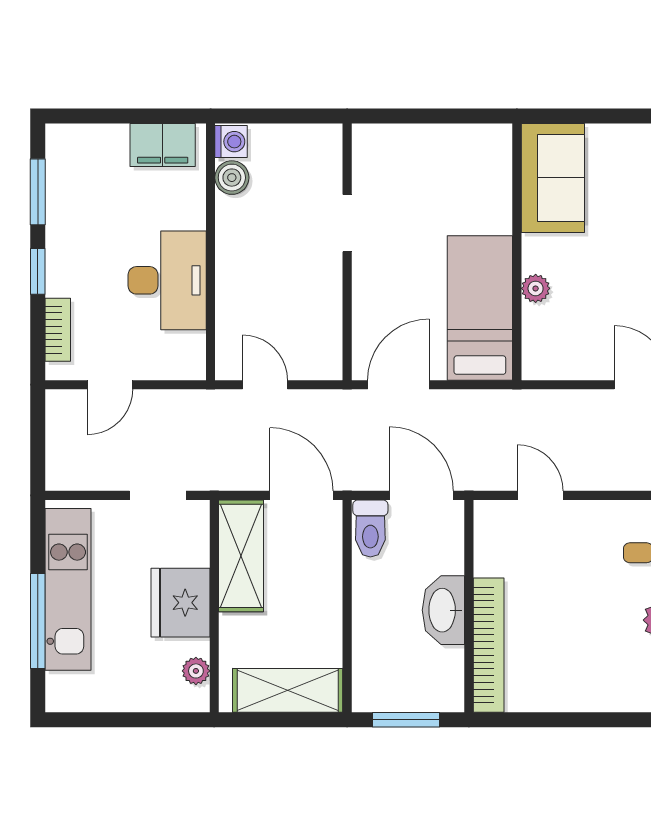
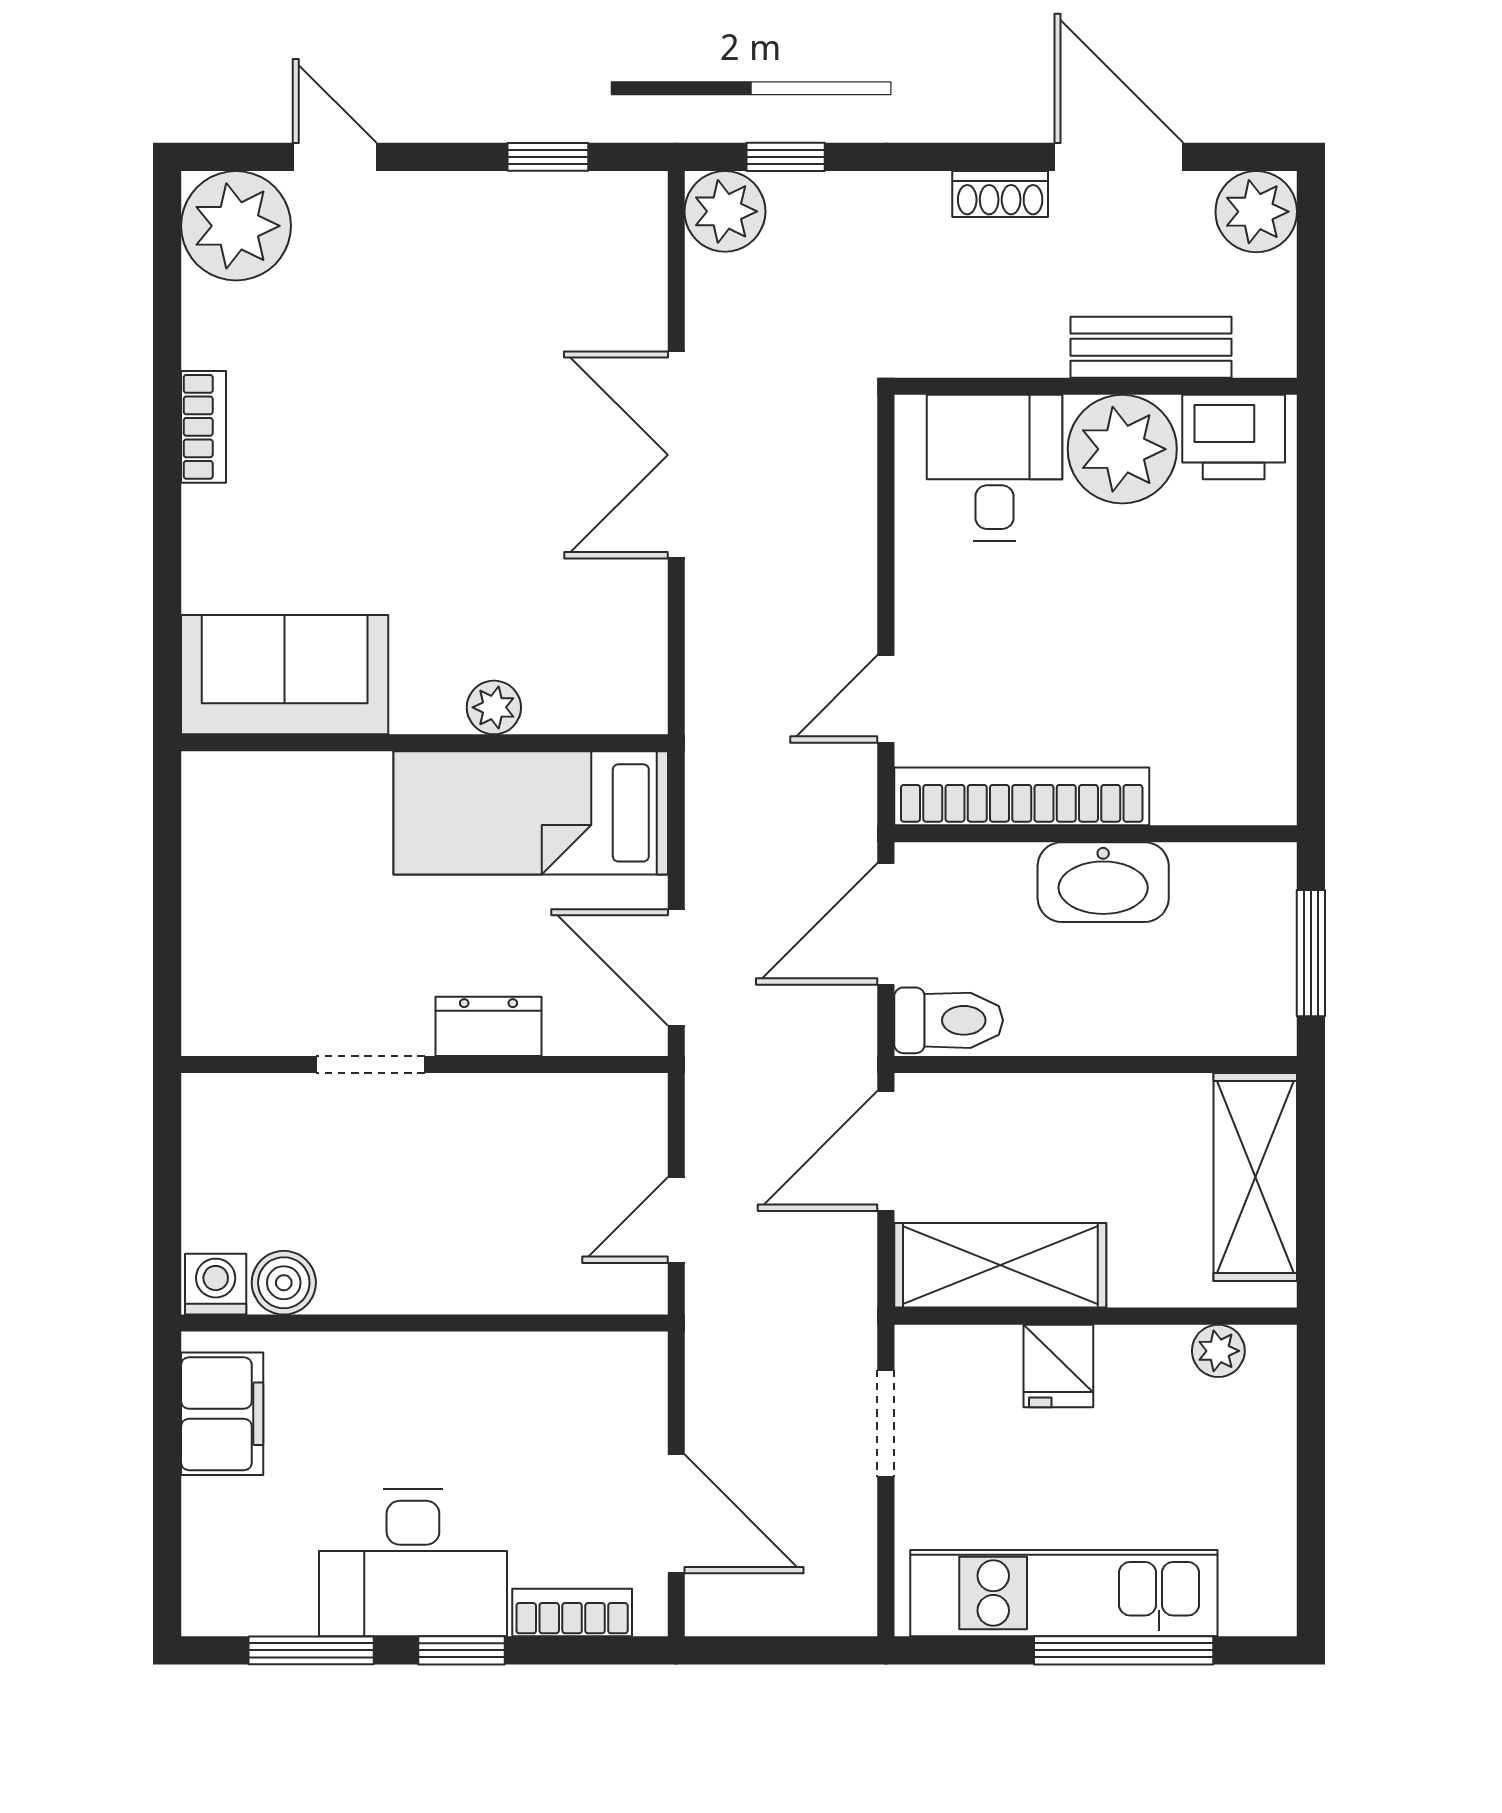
desk: (167, 280) -> (413, 1563), moved, turned 180
dresser: (367, 286) -> (488, 1026), added
door: (110, 385) -> (676, 1514), width x1.37
fridge: (181, 603) -> (1058, 1366), width x0.53, depth x0.75
bookcase: (489, 645) -> (1022, 796), moved

